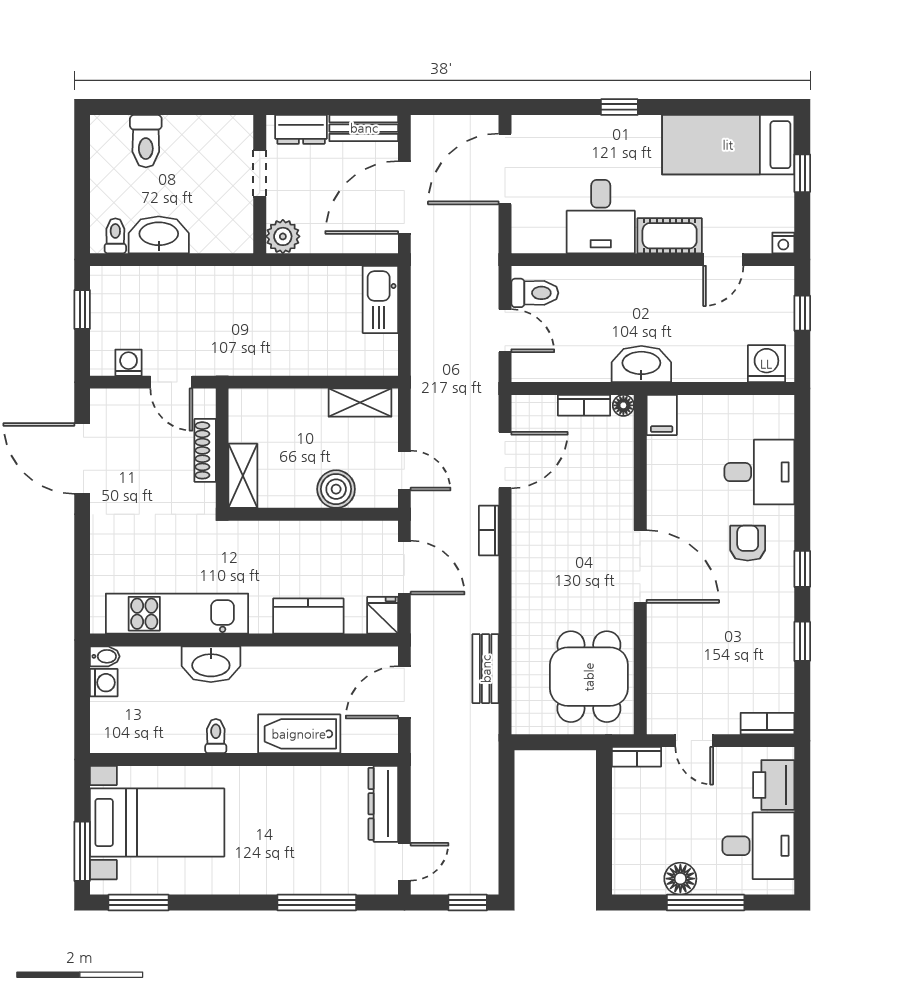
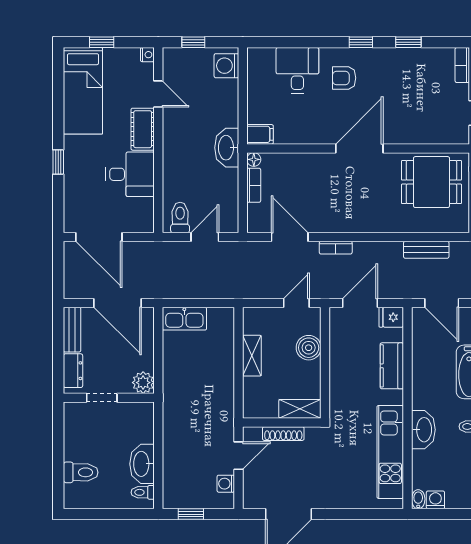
shelving: (360, 403) -> (252, 356), moved

